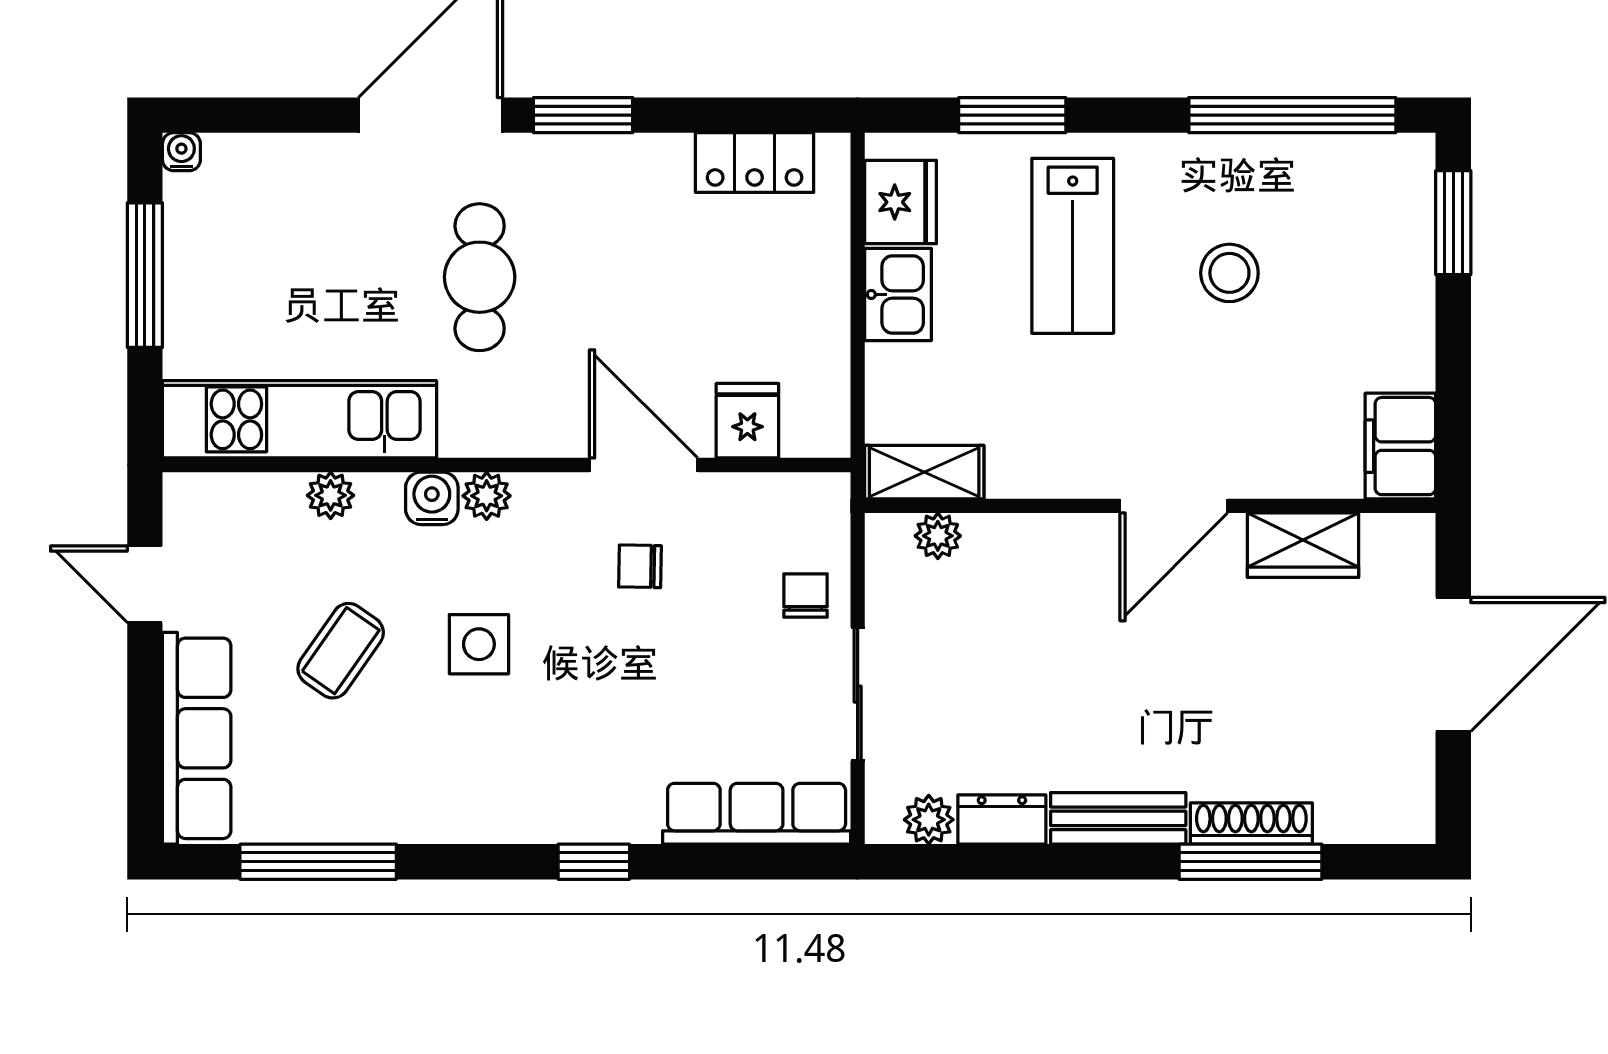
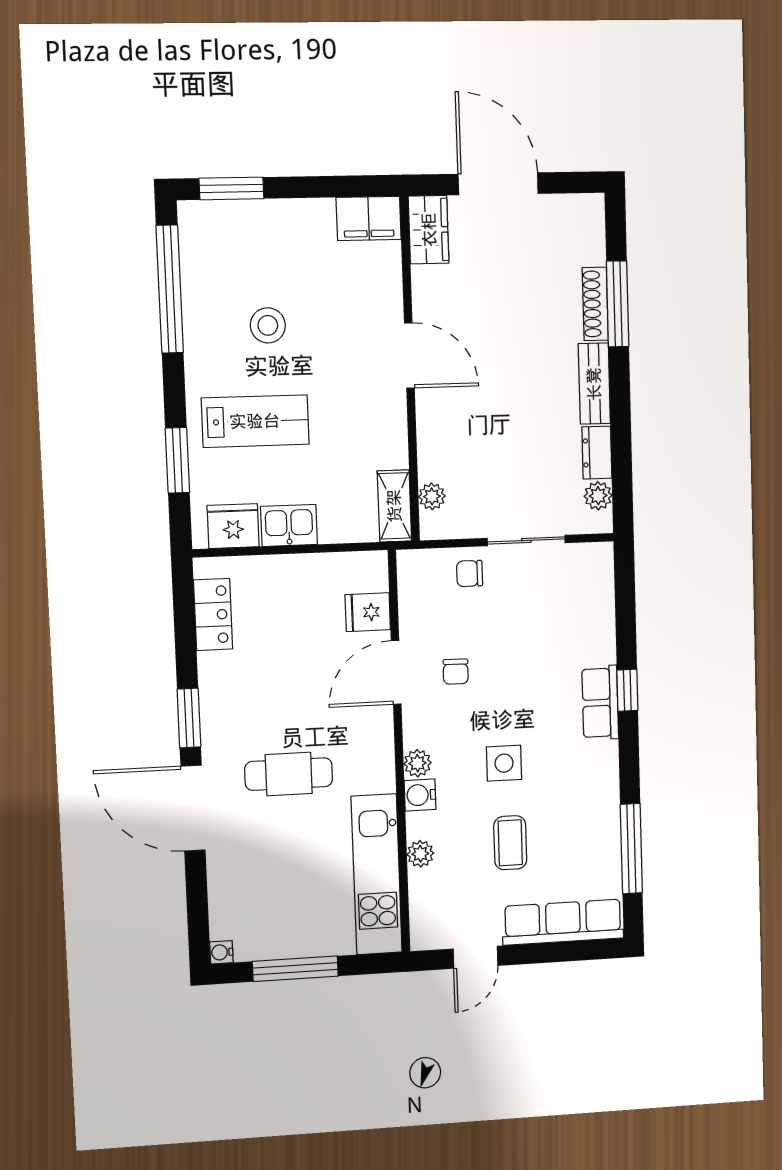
wardrobe: (1303, 545) -> (429, 230), moved
coffee table: (341, 651) -> (510, 843), turned 55
row of seats: (757, 814) -> (600, 703), moved, width x0.68

